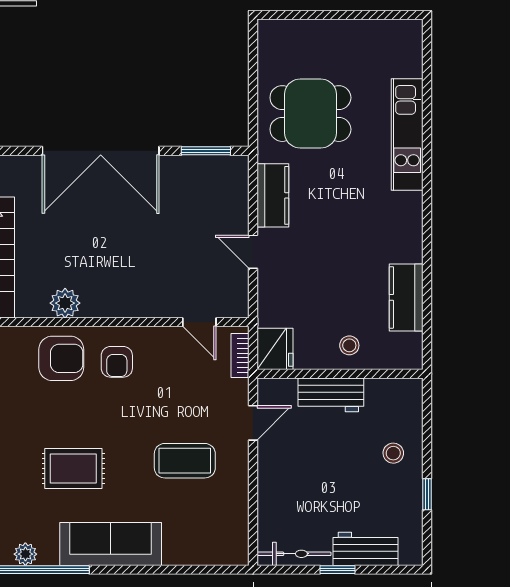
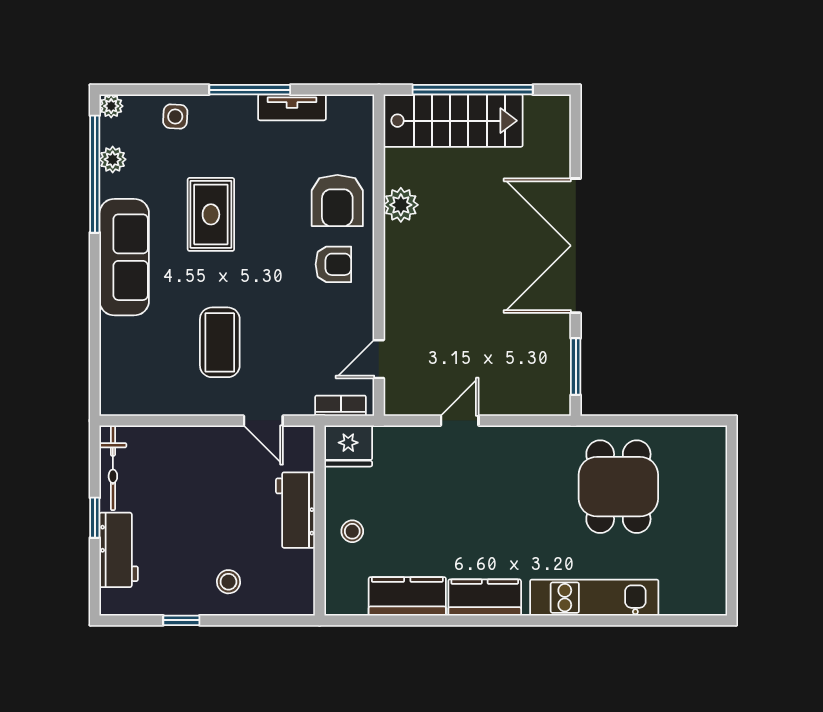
kitchen counter: (273, 195) -> (485, 598), moved, turned 180
armchair: (117, 362) -> (333, 264), turned 180

